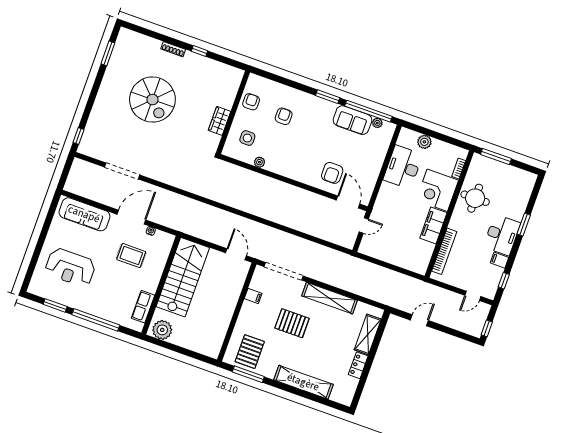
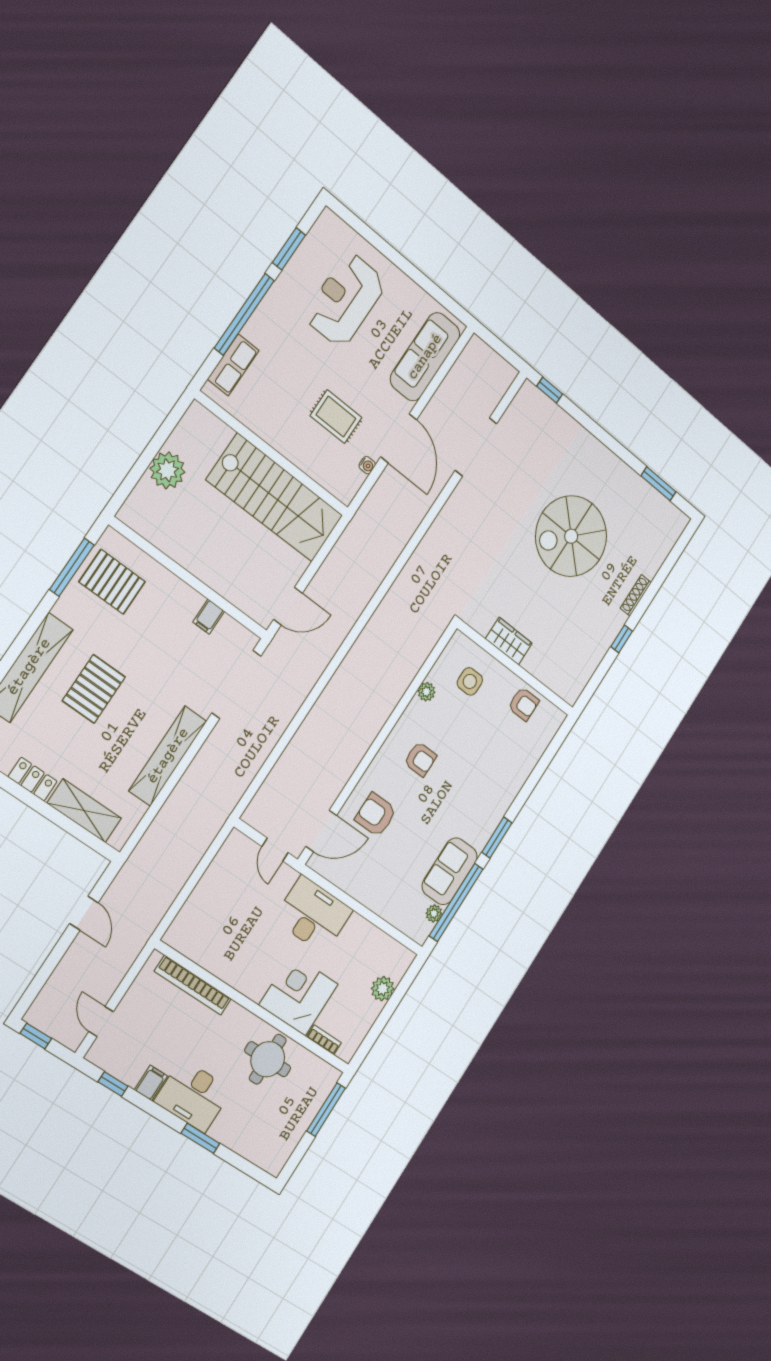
armchair: (284, 116) -> (420, 759), moved
desk: (403, 167) -> (313, 915), moved
filing cabinet: (433, 225) -> (242, 975), removed
rug: (131, 256) -> (336, 417), turned 90
row of seats: (143, 307) -> (233, 365), moved, turned 90
pallet: (292, 323) -> (94, 689), moved
plant: (162, 330) -> (167, 470), moved

